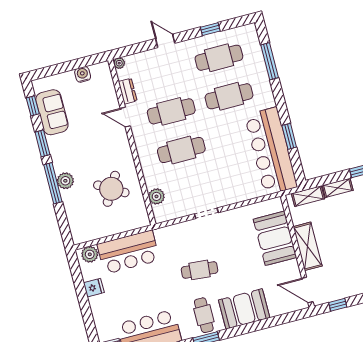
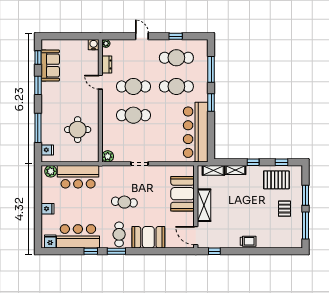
water cooler: (83, 74) -> (94, 45), moved
window: (289, 136) -> (211, 103), moved
plant: (65, 181) -> (47, 116), removed
window: (53, 183) -> (38, 128), moved
round table: (111, 189) -> (78, 130), turned -30
plant: (156, 196) -> (108, 156), moved
fridge: (78, 227) -> (47, 150), added
fridge: (94, 288) -> (47, 209), moved

